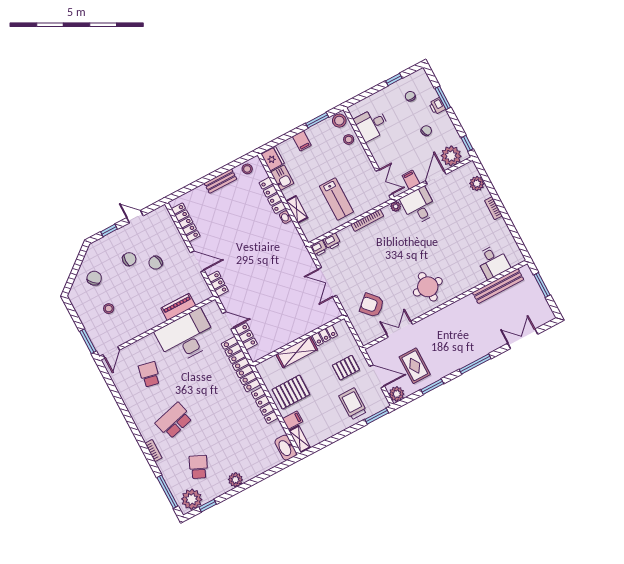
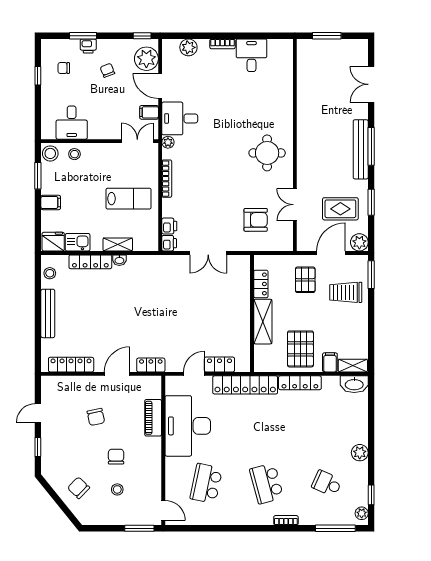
bench: (220, 181) -> (48, 313), width x1.36
chair: (129, 259) -> (116, 457), moved
desk: (493, 262) -> (251, 55), moved, turned -90
bench: (498, 286) -> (361, 149), moved
armchair: (372, 305) -> (256, 220), turned -137
school desk: (149, 374) -> (206, 483), width x1.85
plant: (192, 499) -> (362, 513), width x0.53, depth x0.53

